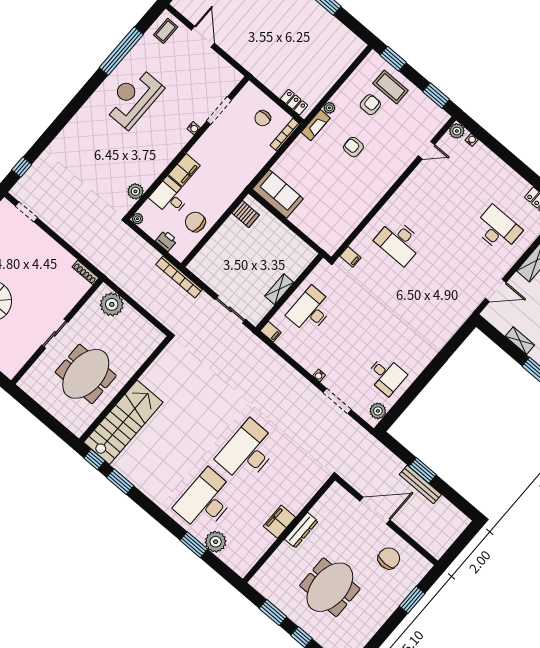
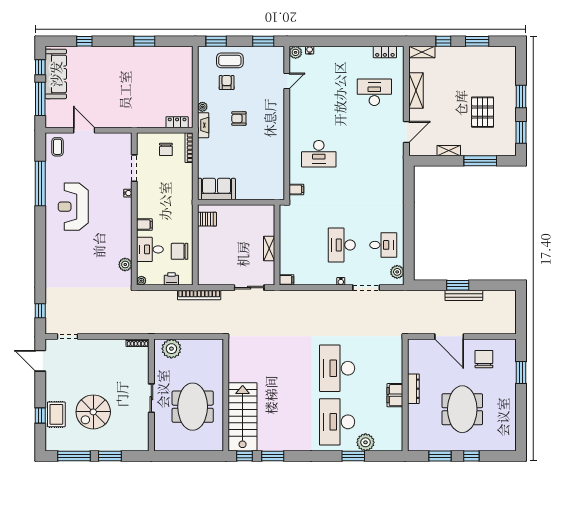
filing cabinet: (184, 170) -> (144, 225), width x0.50
desk: (310, 310) -> (342, 245), moved
door: (375, 511) -> (449, 336), swing flipped

